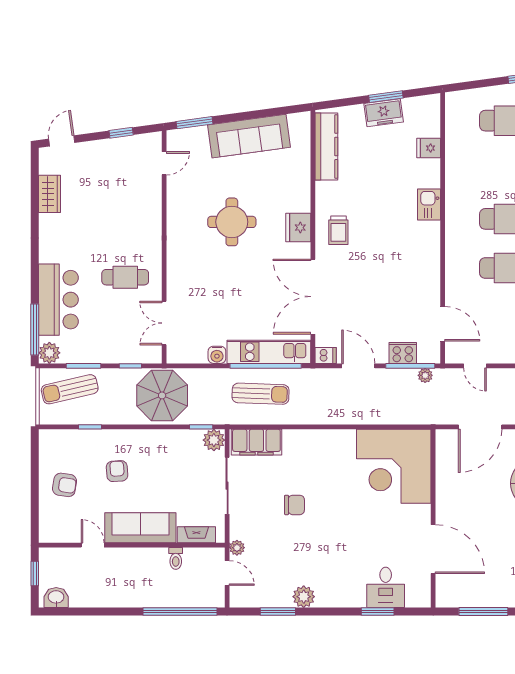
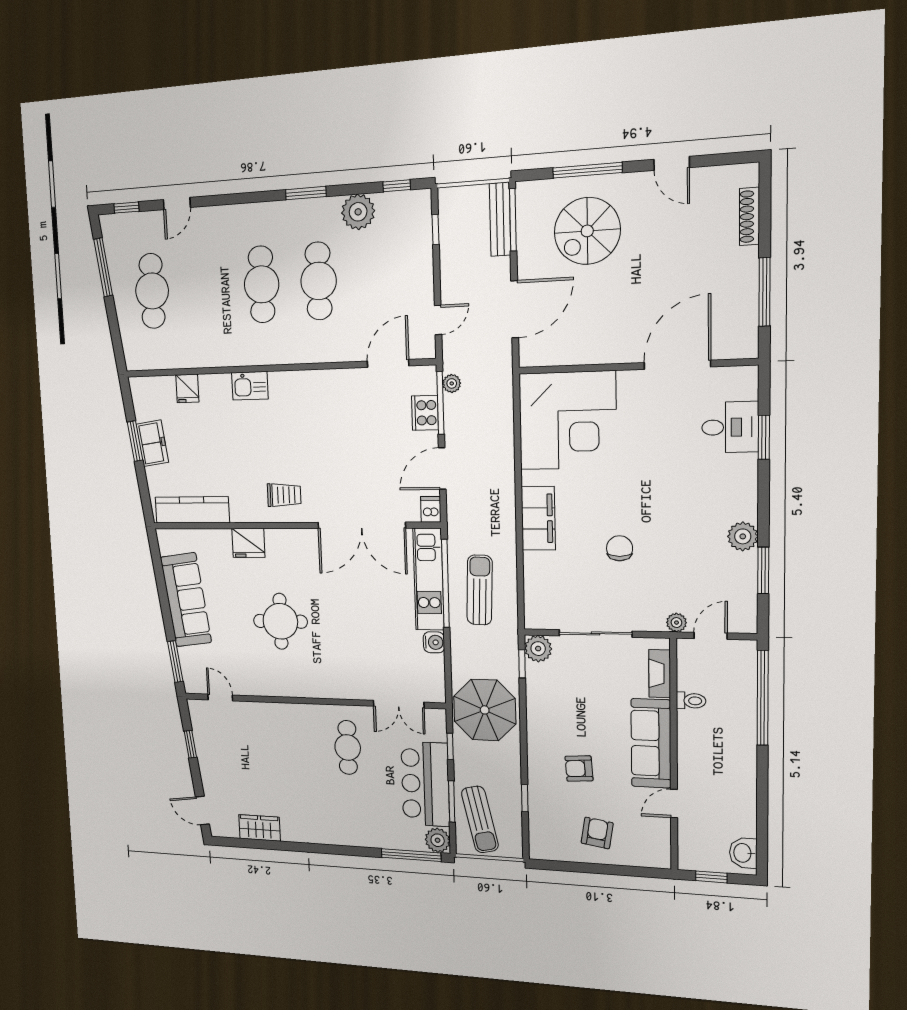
fridge: (298, 228) -> (248, 543), moved
bar counter: (58, 300) -> (425, 784), moved, turned -90
door: (480, 427) -> (515, 309), hinge flipped
filing cabinet: (256, 442) -> (538, 518), moved

